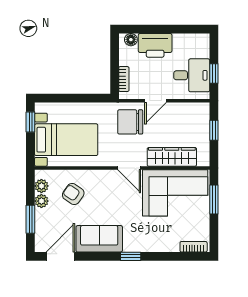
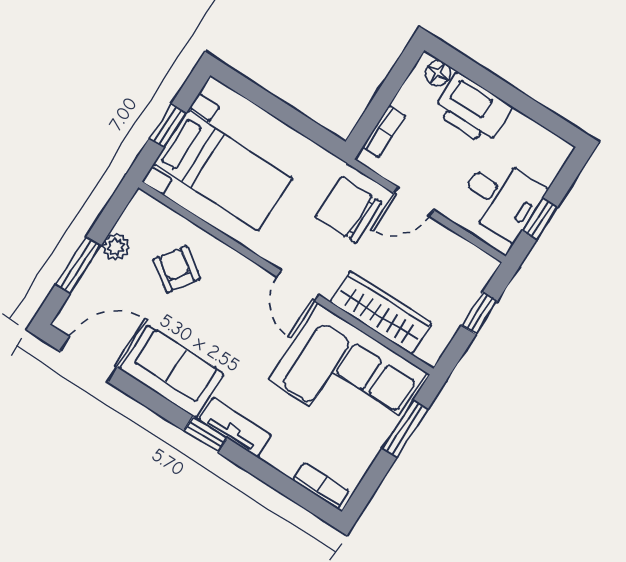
window: (30, 122) -> (168, 126), moved
plant: (41, 186) -> (132, 222), removed
tv unit: (141, 245) -> (235, 428), added

